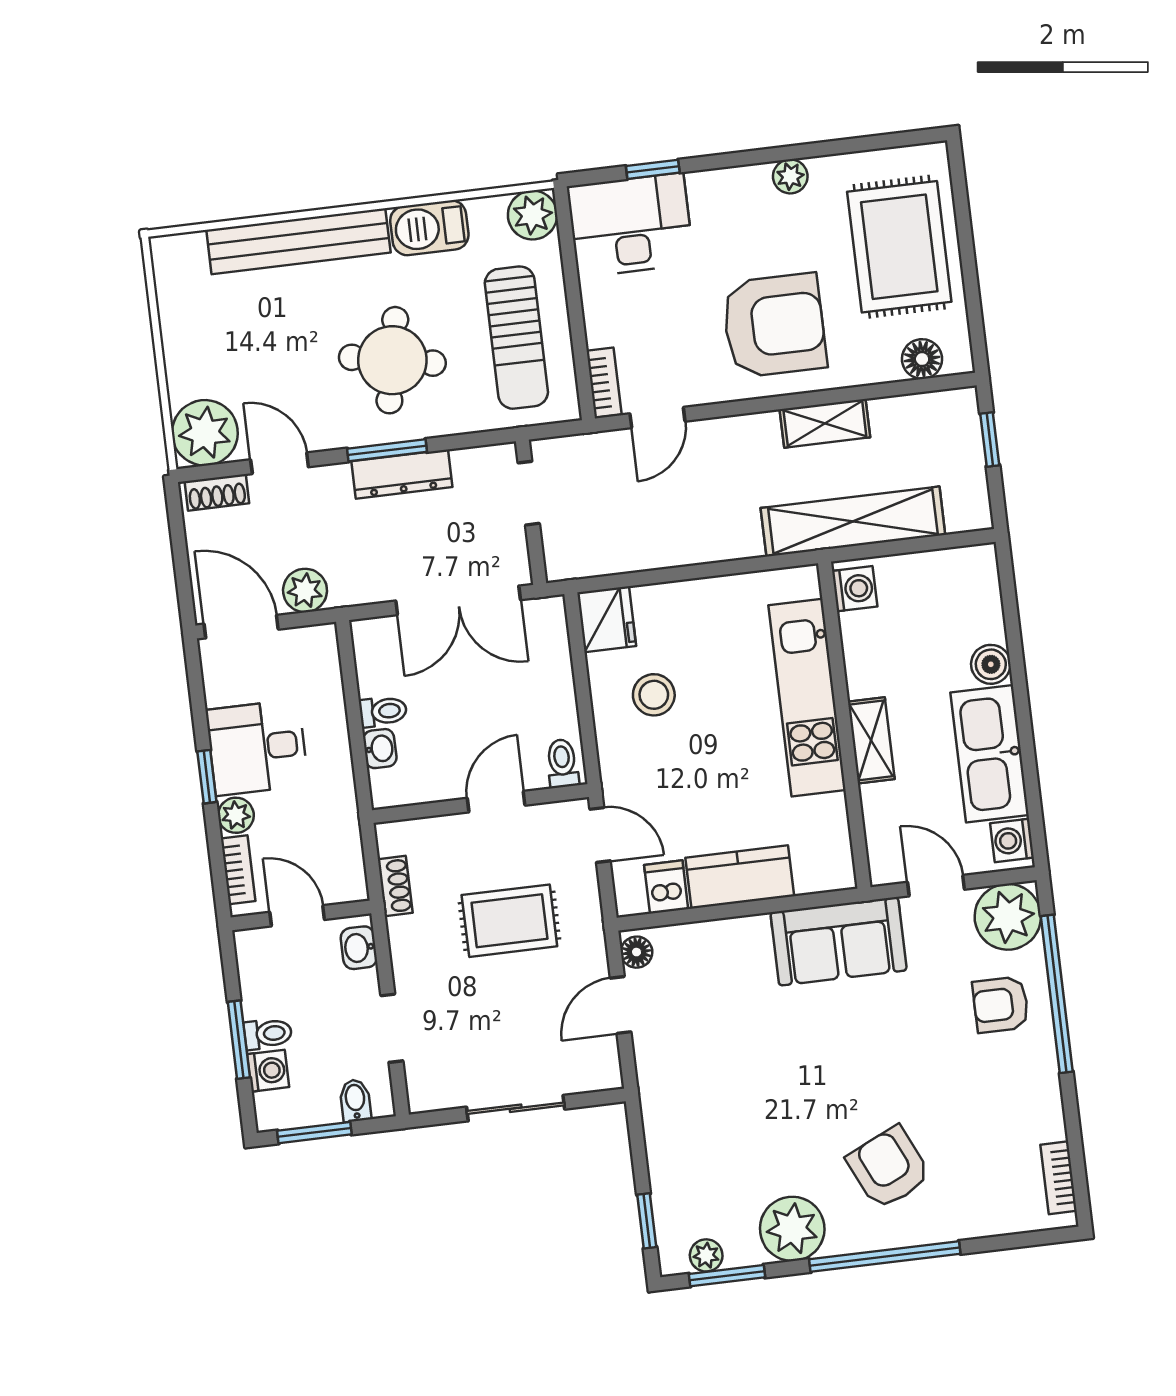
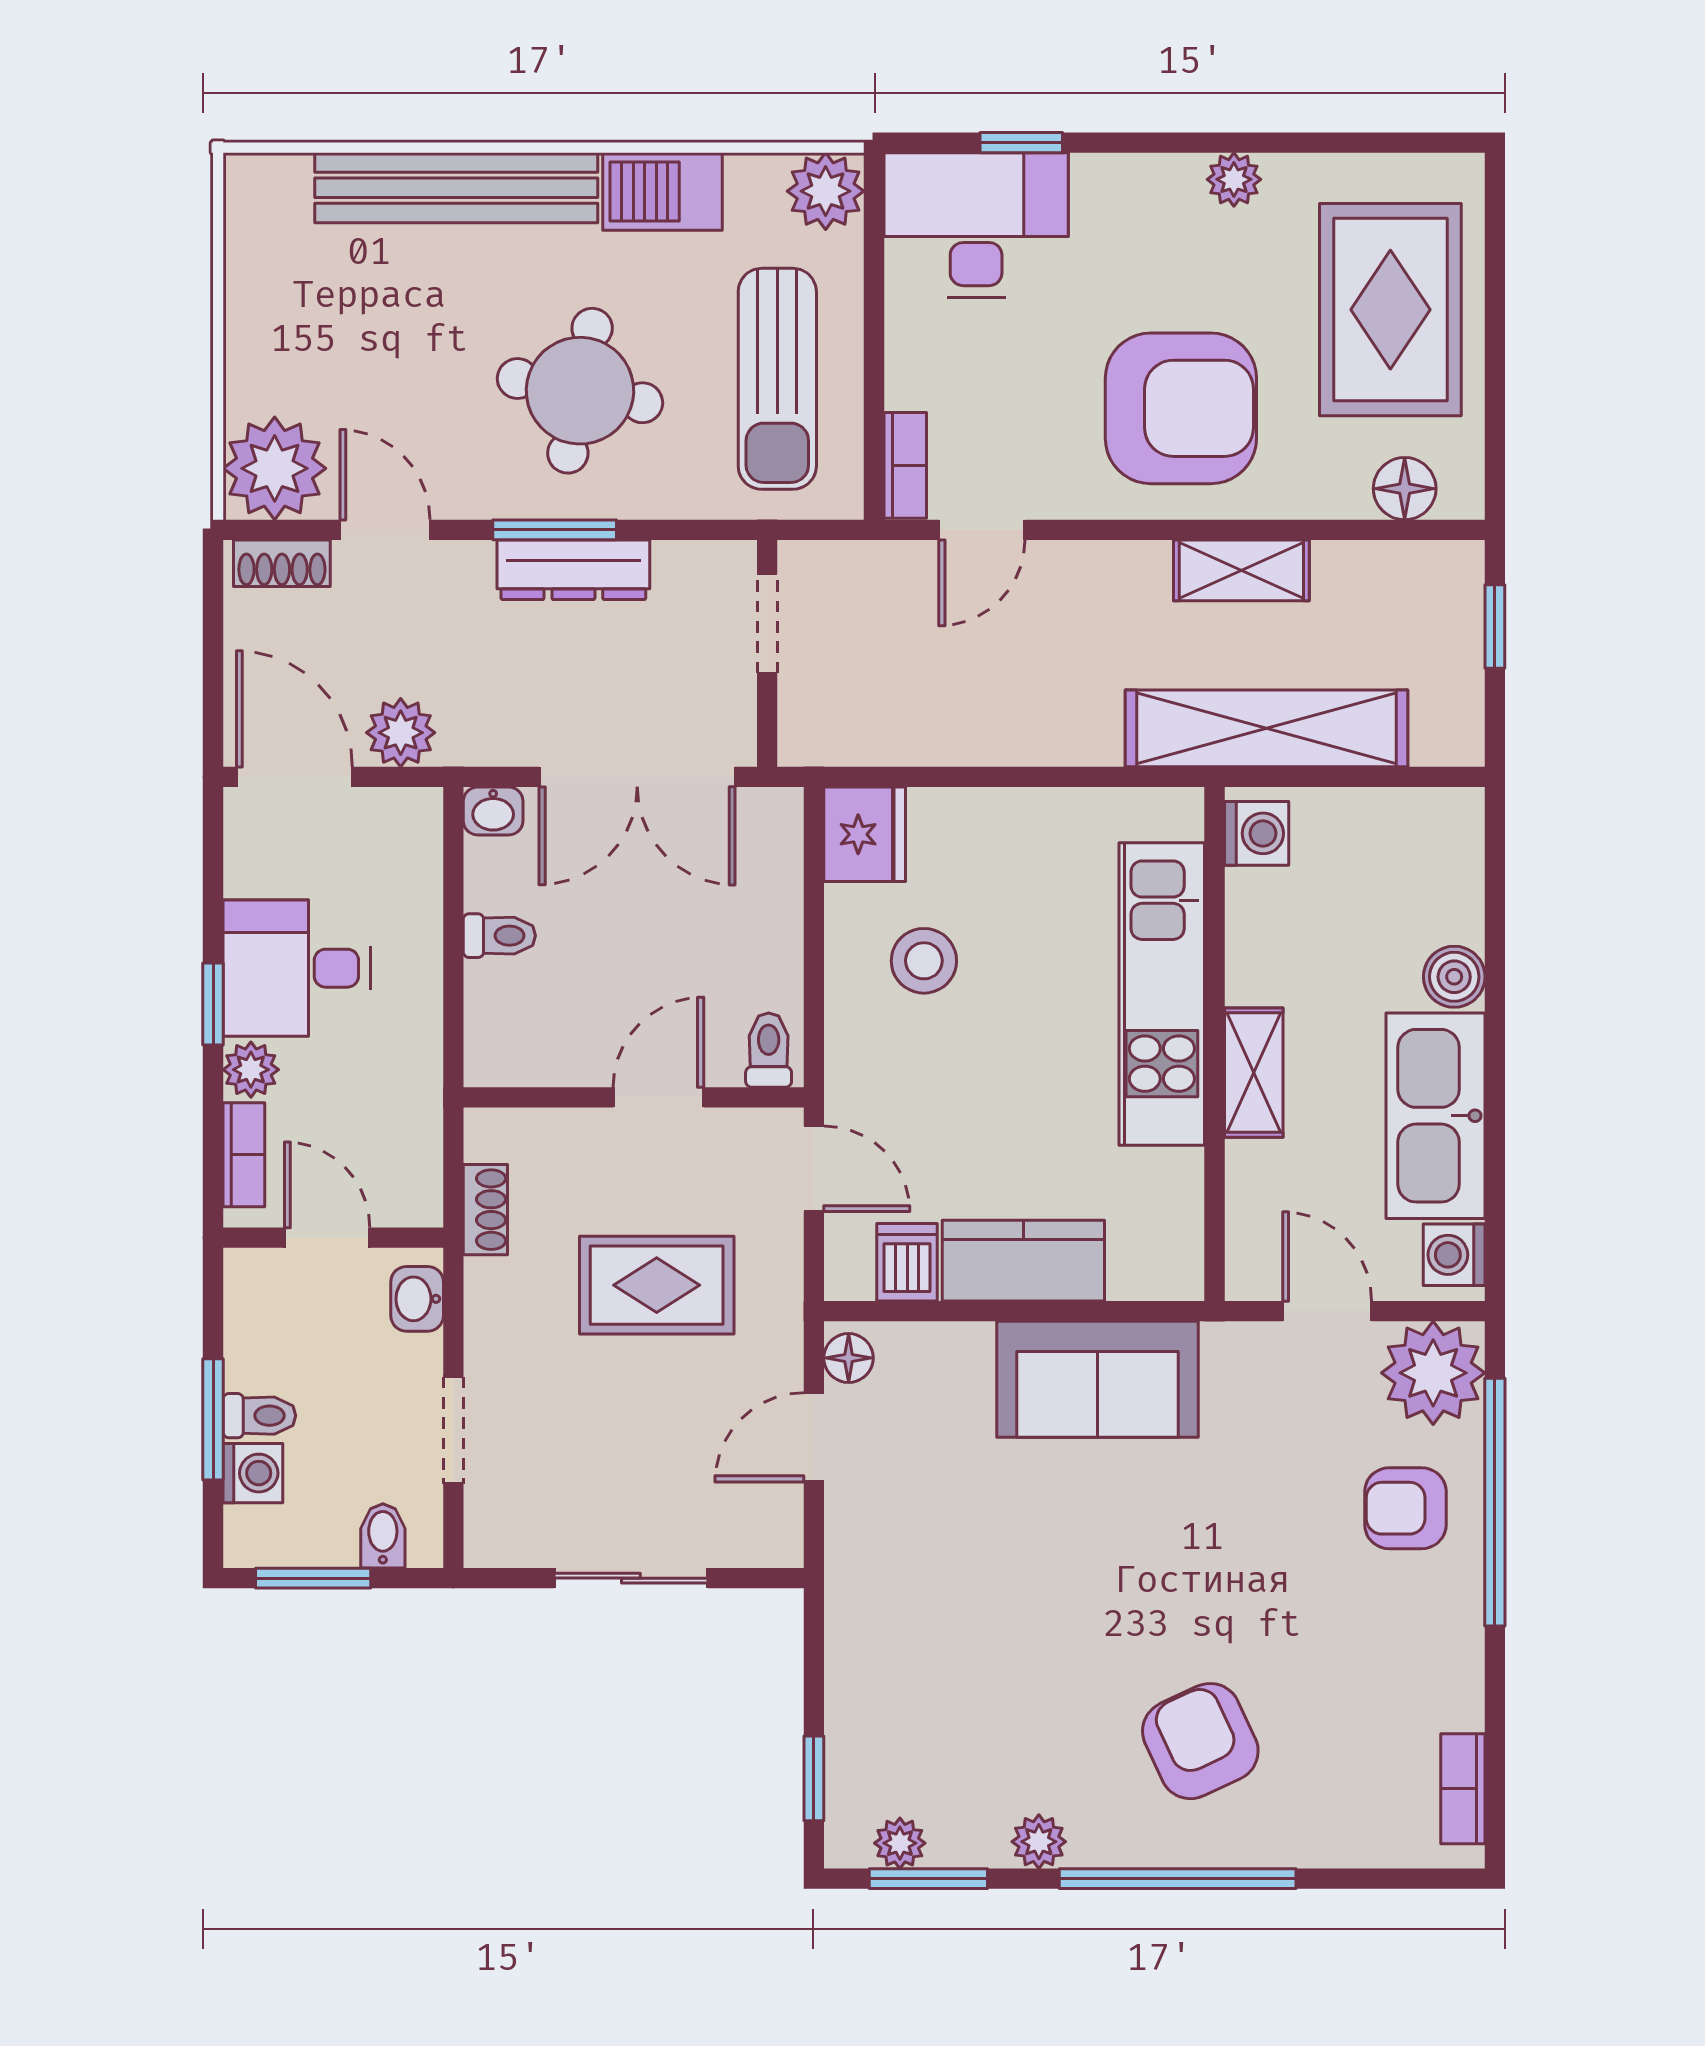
washbasin: (380, 749) -> (493, 811), moved, turned 90
sofa: (839, 941) -> (1097, 1379), moved
plant: (792, 1229) -> (1039, 1842), width x0.53, depth x0.53

